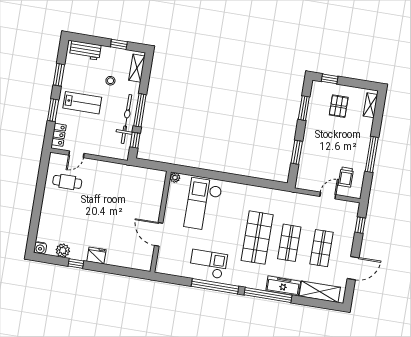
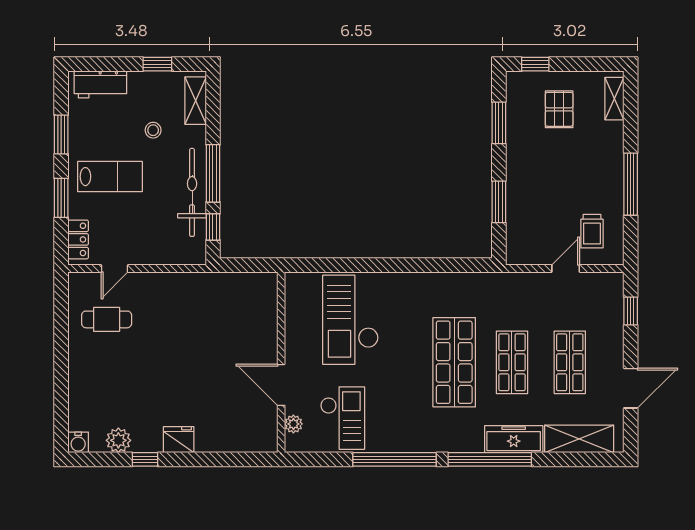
plant: (175, 178) -> (293, 424), moved
checkout: (208, 264) -> (343, 418), moved, turned 90

